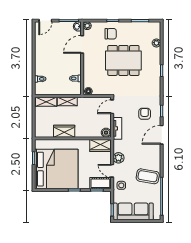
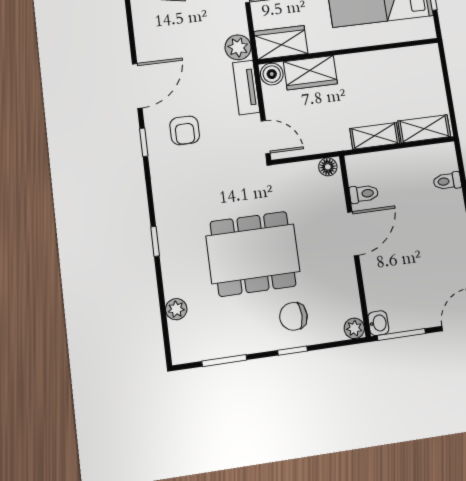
door: (82, 44) -> (353, 234), moved
door: (112, 107) -> (266, 137), hinge flipped
wardrobe: (64, 131) -> (310, 73), moved
plant: (118, 158) -> (238, 47), moved

